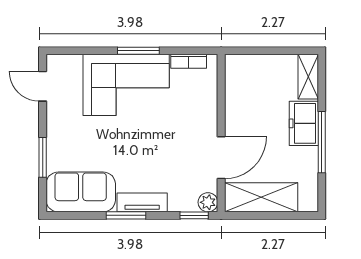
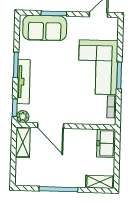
freezer: (304, 123) -> (106, 143), moved, turned -90
sofa: (81, 192) -> (45, 28), moved, turned 90
shelving: (261, 197) -> (23, 142), width x0.67, depth x0.75
tv unit: (142, 202) -> (24, 82), width x1.41

